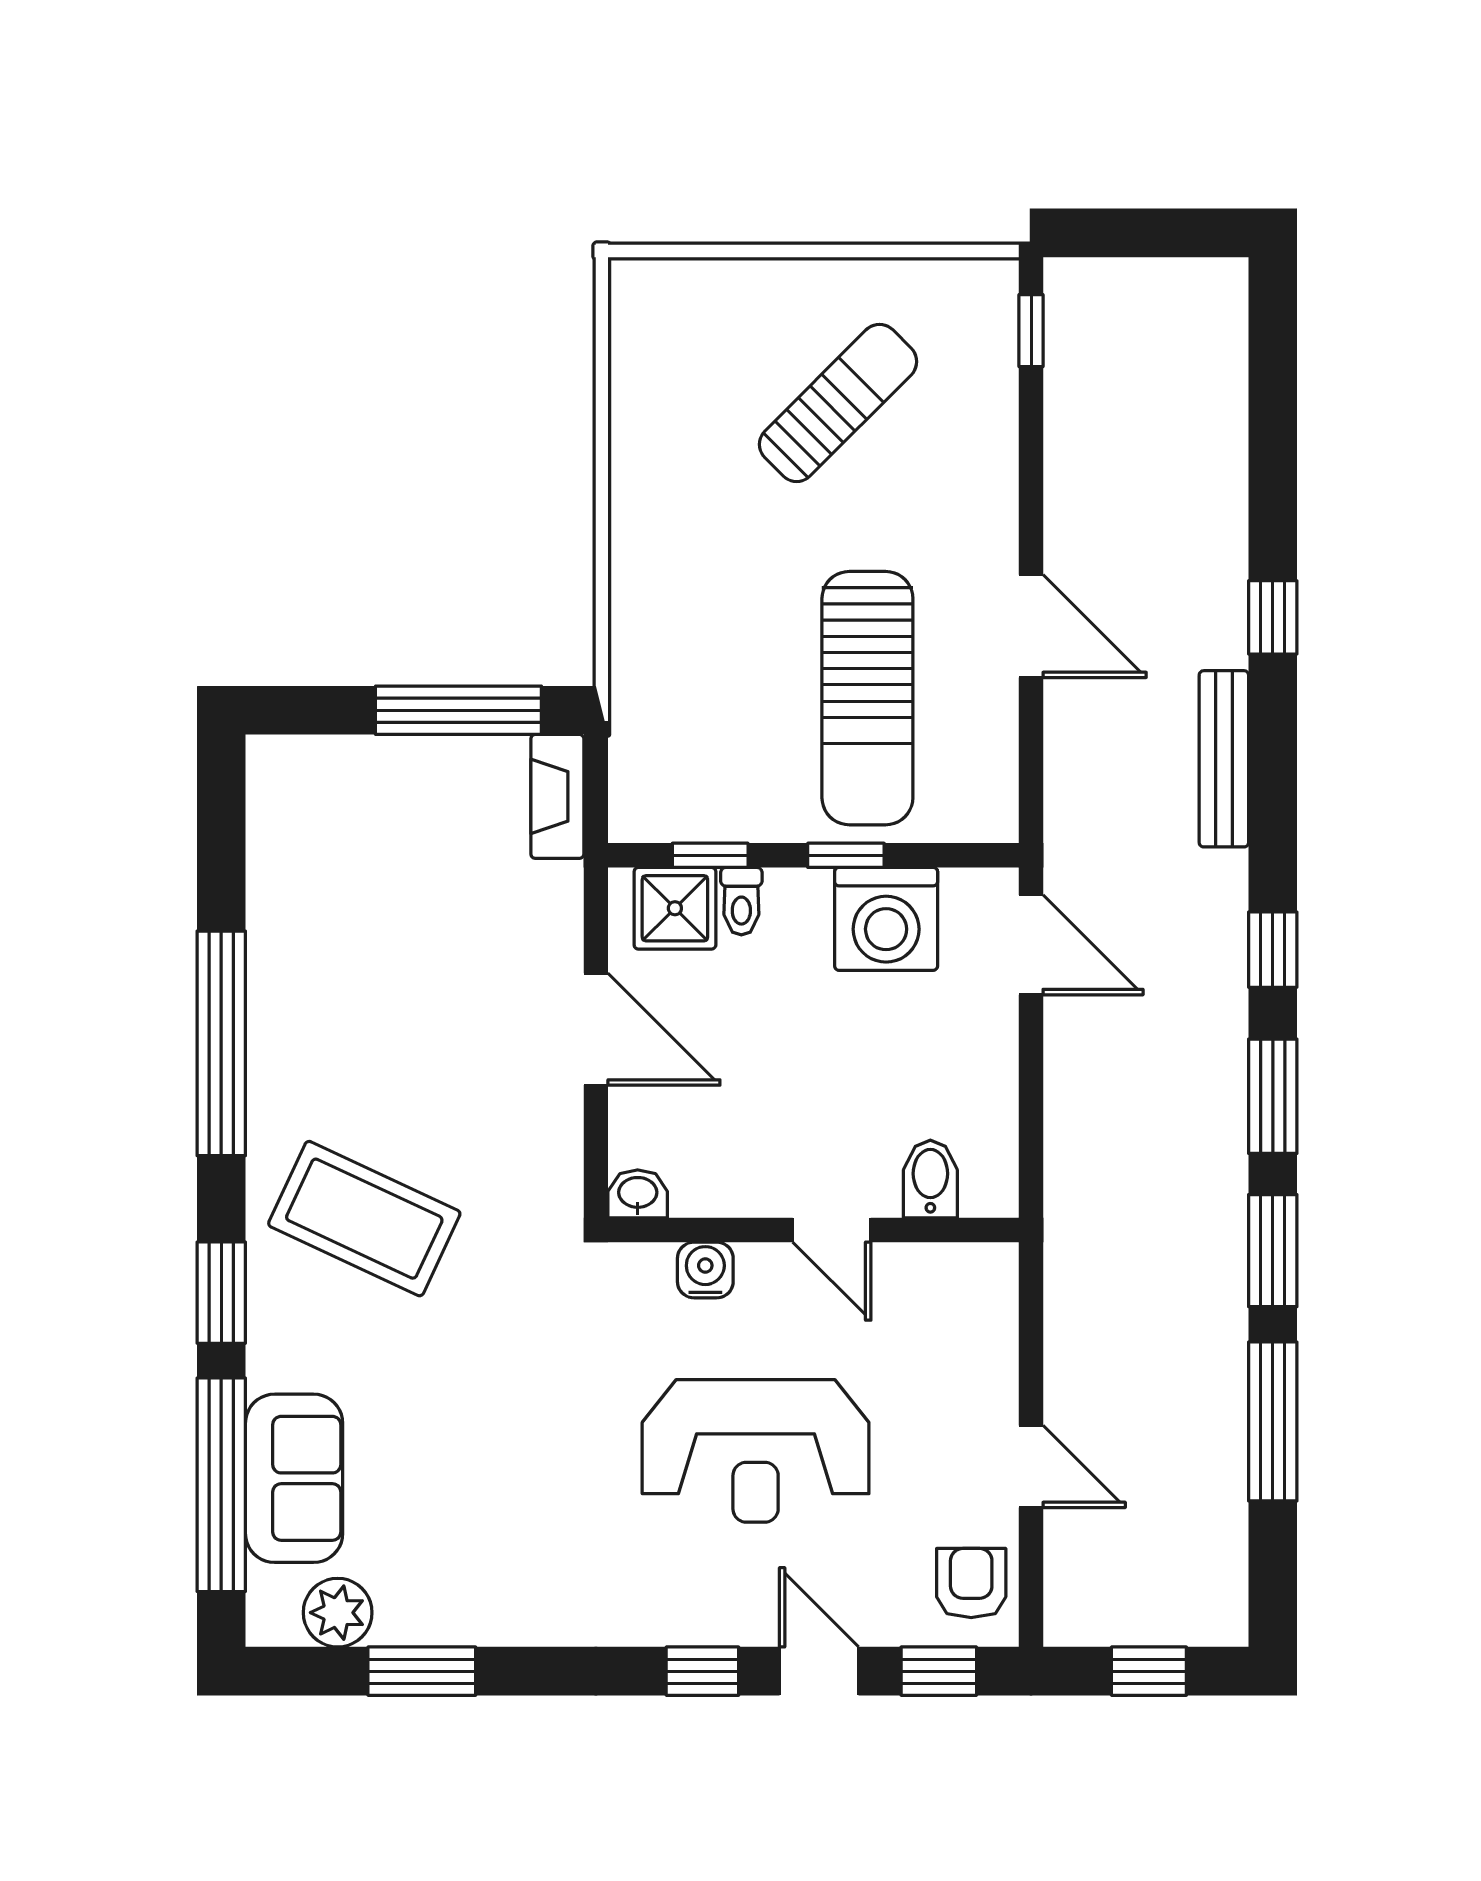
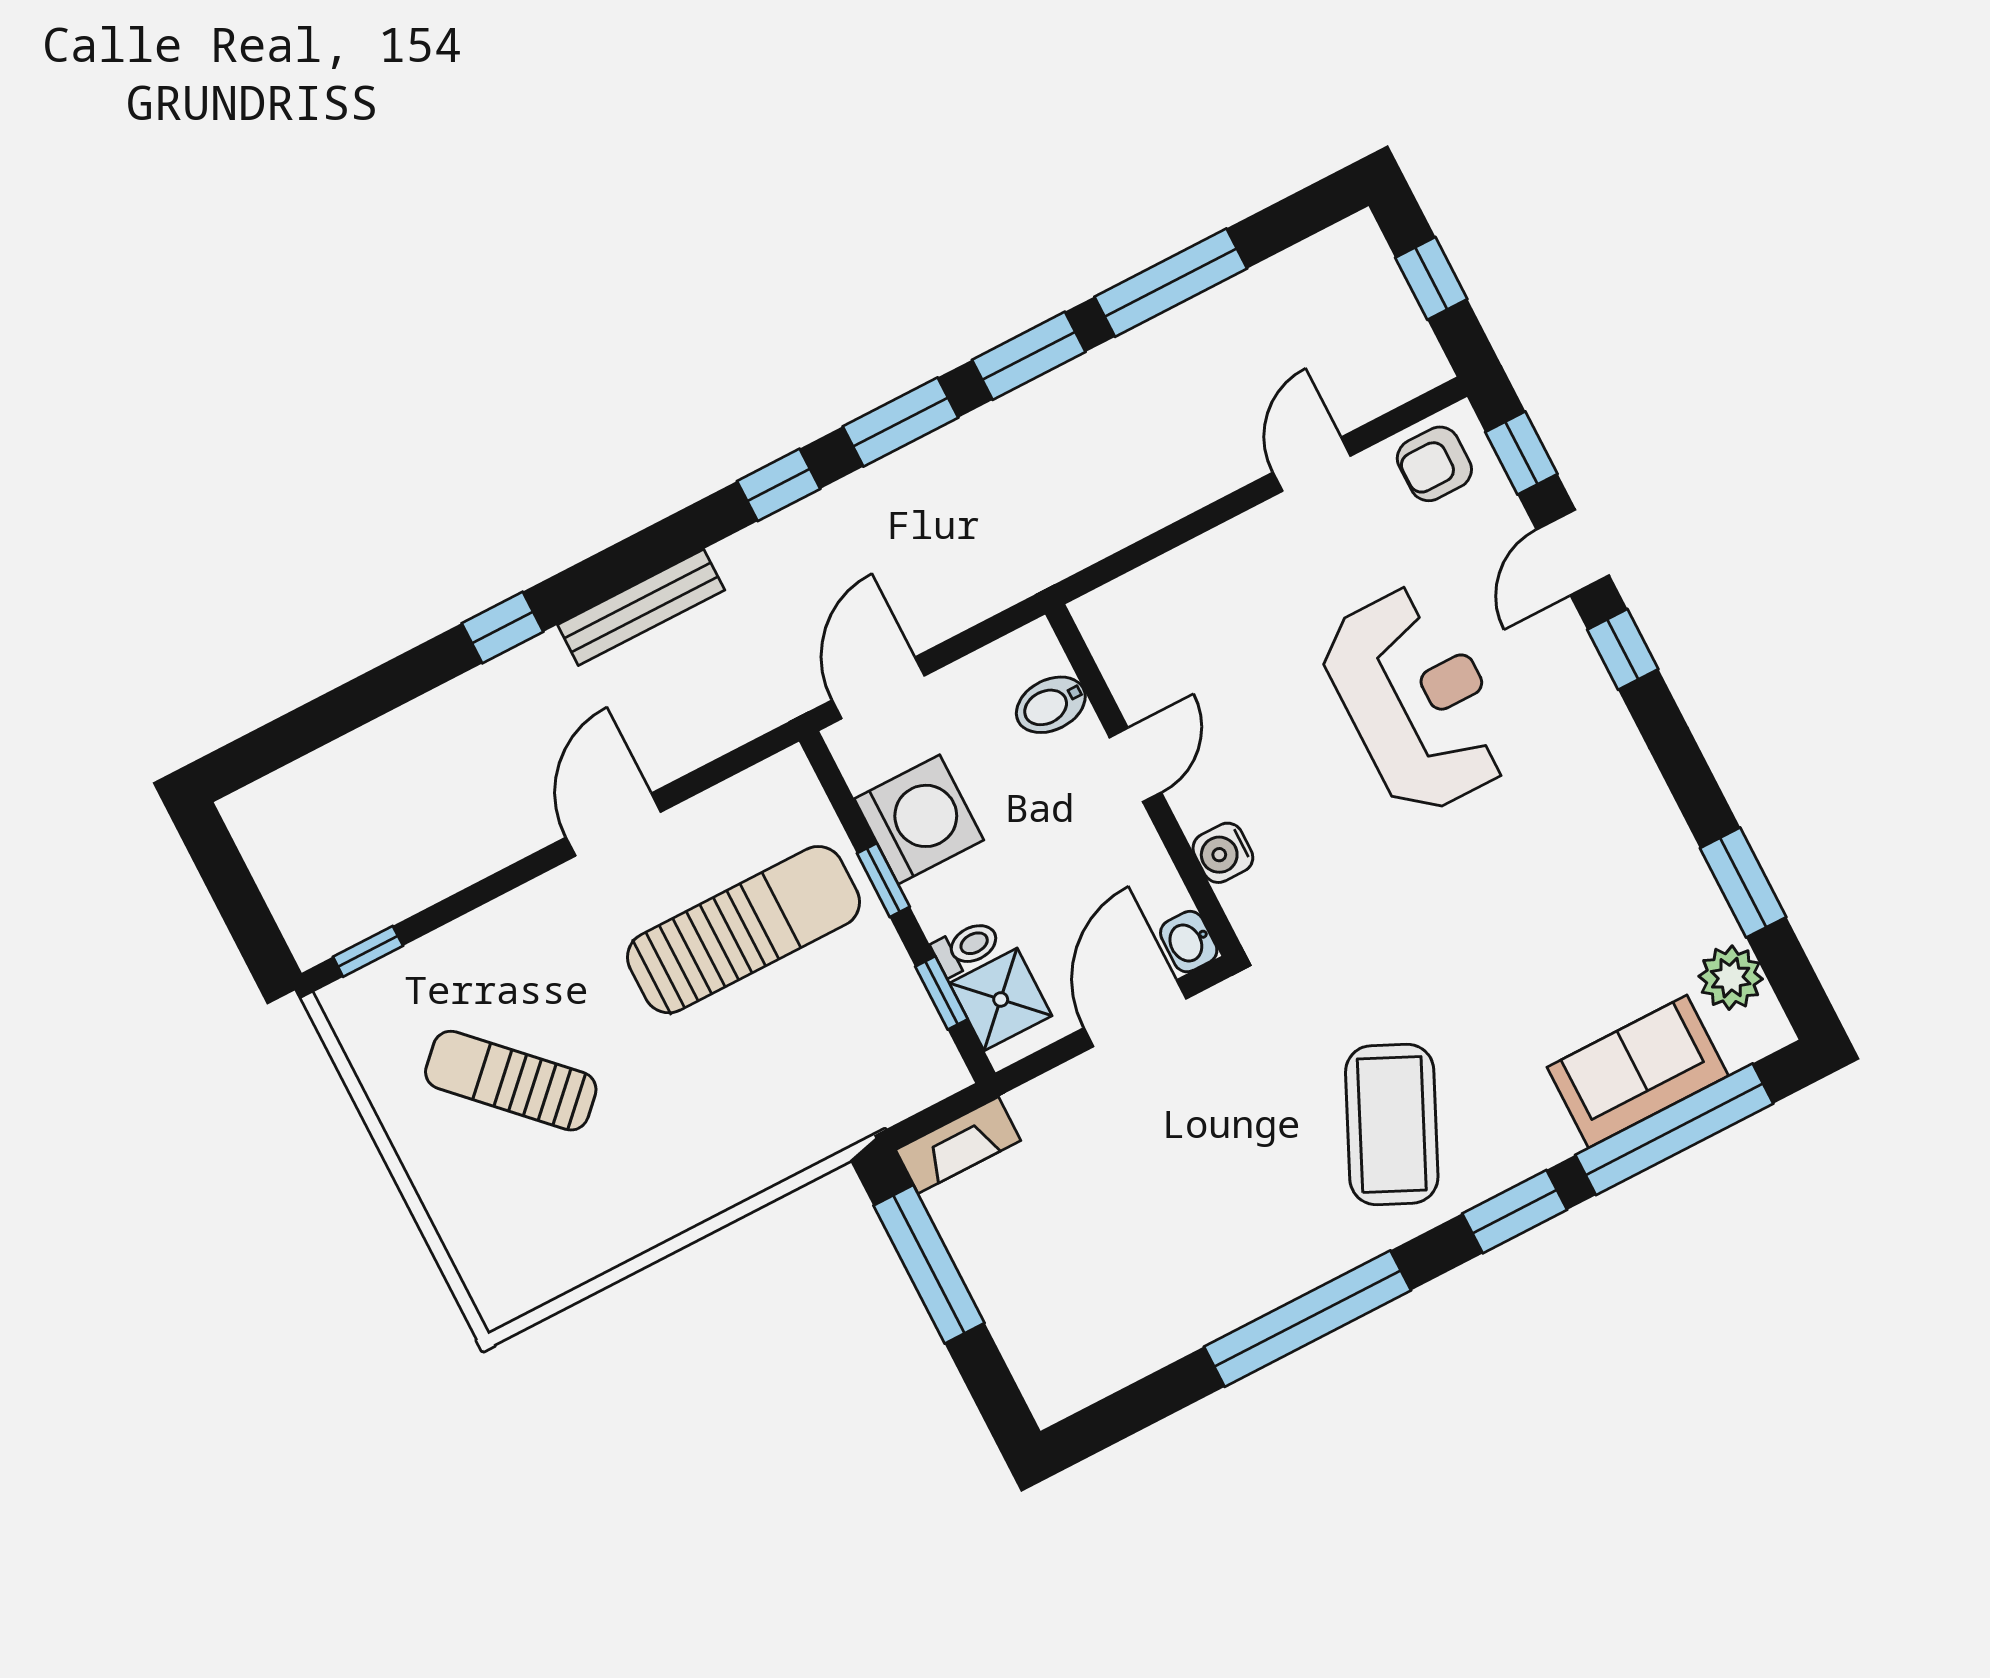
bidet: (930, 1179) -> (1051, 705), moved
washbasin: (638, 1194) -> (1189, 942), moved
wall: (813, 1230) -> (1143, 780), moved
door: (832, 1230) -> (1135, 765), moved
water cooler: (705, 1270) -> (1223, 853), moved

